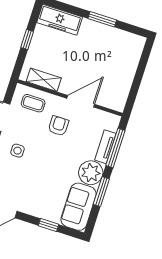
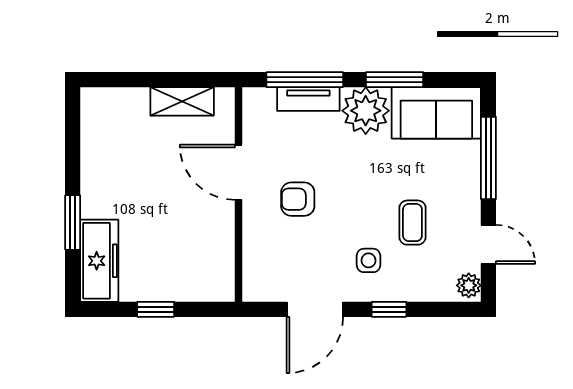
window: (102, 19) -> (73, 222), moved
shelving: (44, 80) -> (182, 101), moved, turned 90
coffee table: (33, 103) -> (412, 223), moved
window: (48, 225) -> (488, 158), width x2.17

